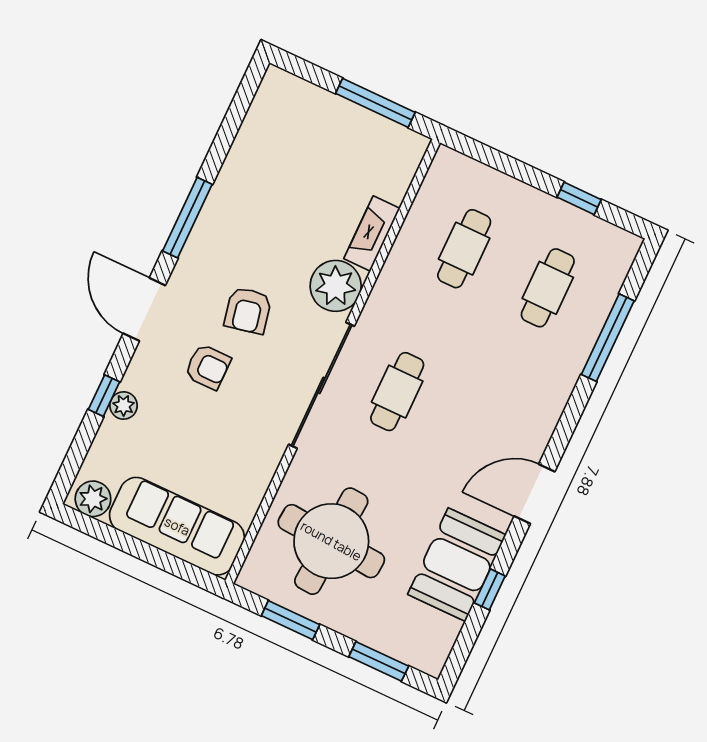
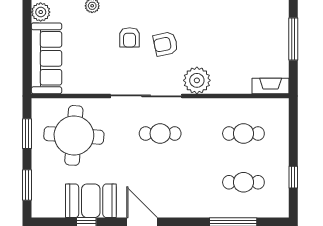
window: (375, 103) -> (293, 39), moved
fireplace: (372, 233) -> (271, 86), moved

